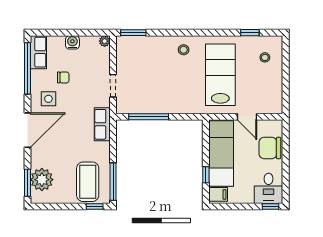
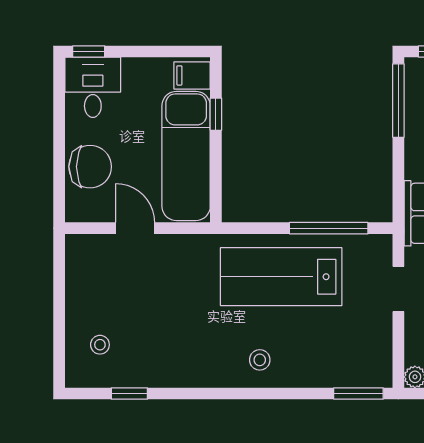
lab bench: (220, 75) -> (281, 277), moved, turned 90

